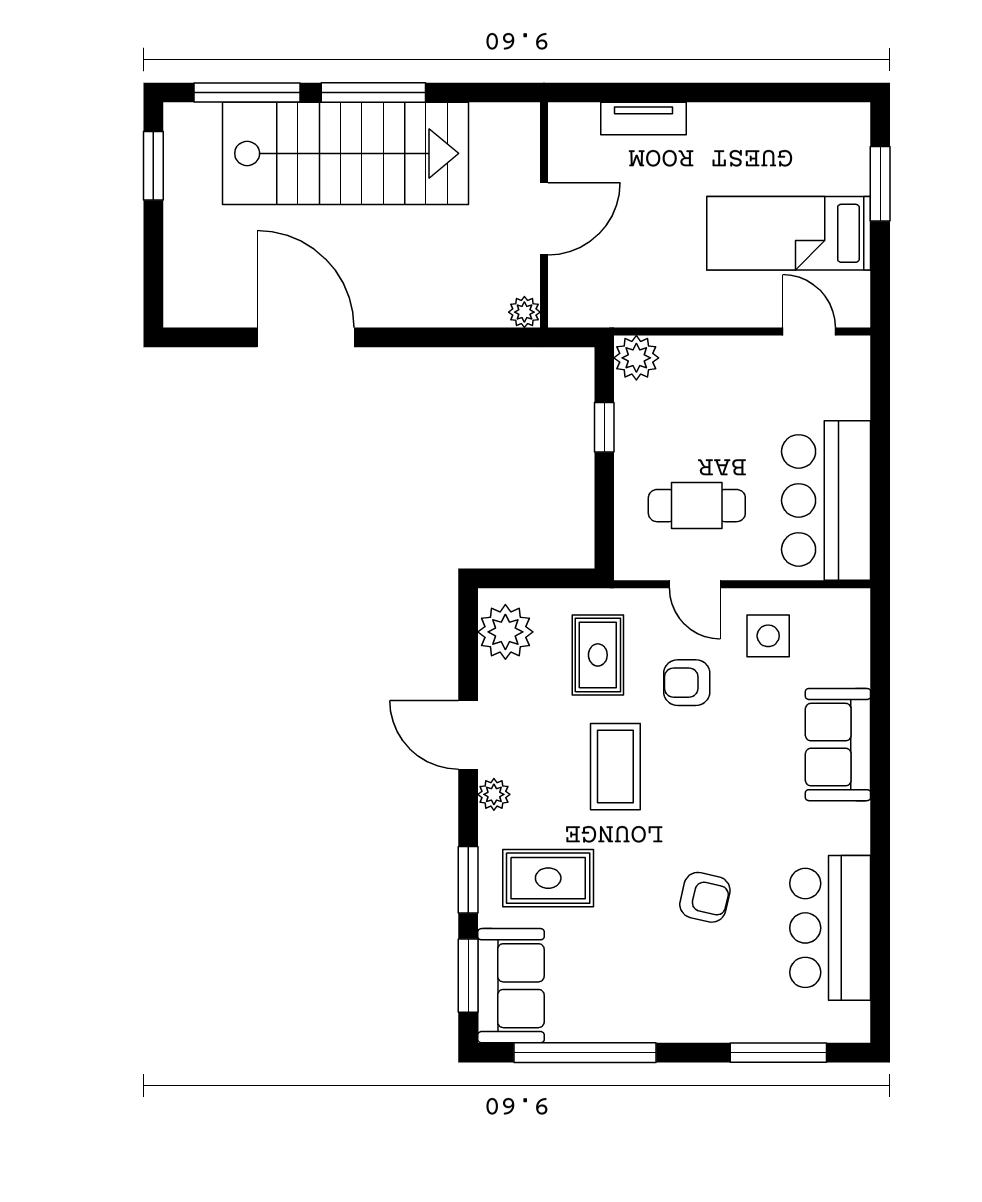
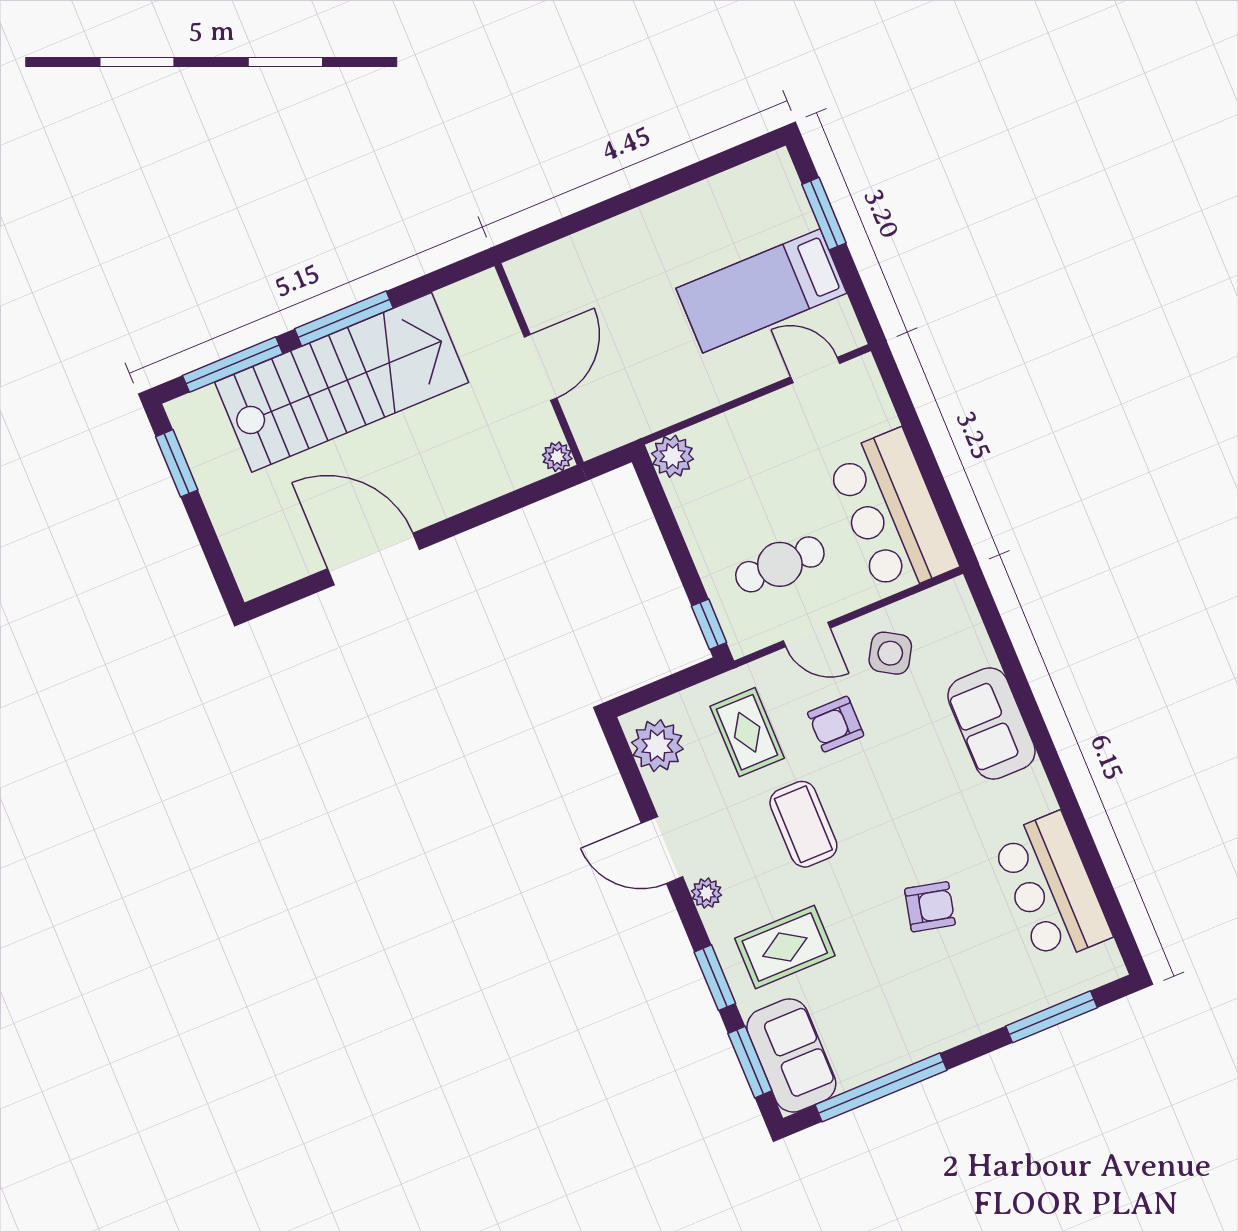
tv unit: (644, 119) -> (592, 243), removed
window: (604, 427) -> (709, 624), moved
side table: (768, 636) -> (890, 653), turned 31

